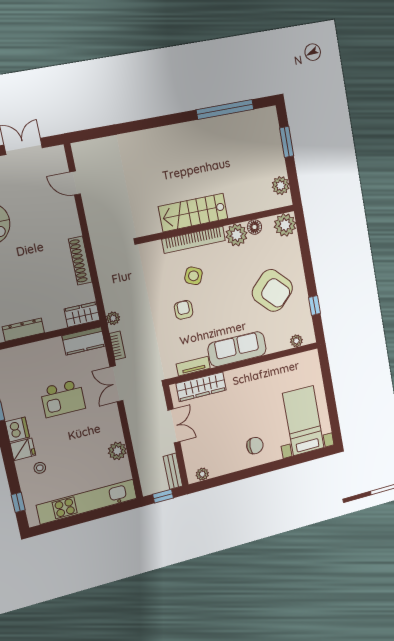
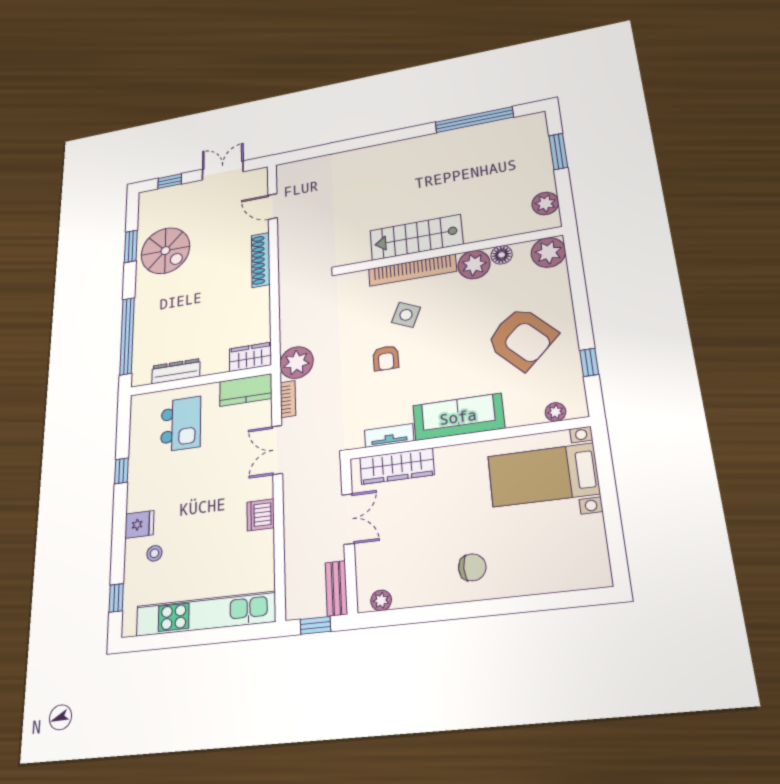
shoe rack: (80, 261) -> (261, 260), moved
armchair: (184, 310) -> (386, 358), turned 180
plant: (113, 318) -> (296, 363), width x1.88, depth x1.88
kitchen island: (63, 398) -> (181, 424), moved, turned -90
bed with nightstands: (303, 421) -> (543, 475), moved, turned -90
dishwasher: (17, 429) -> (261, 515), moved, turned 180
plant: (117, 451) -> (261, 545), removed

